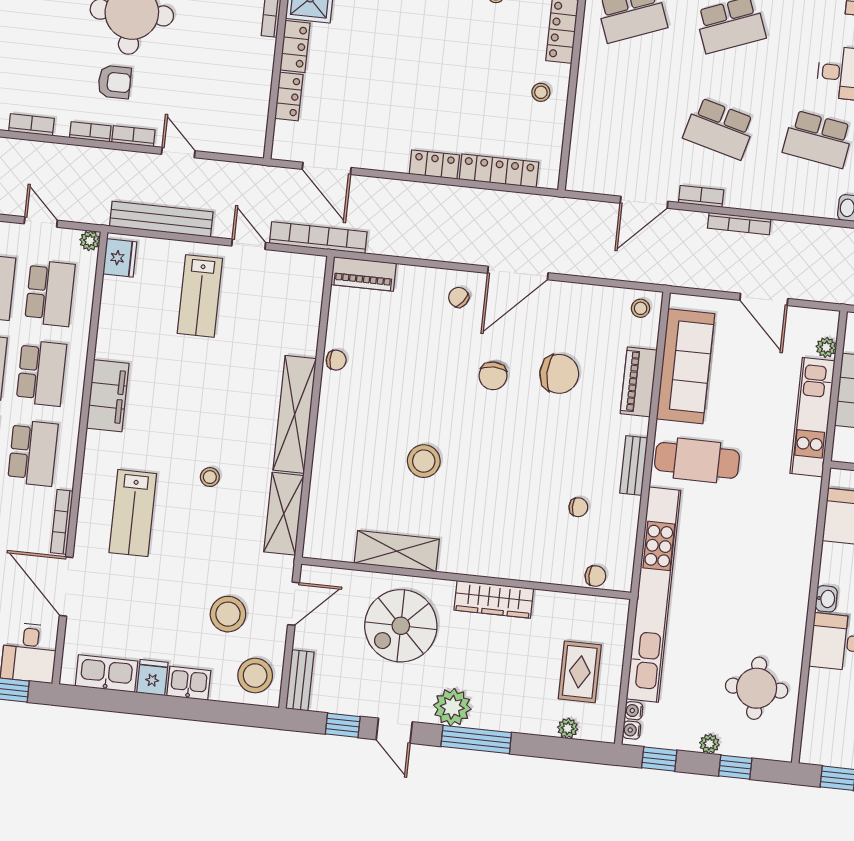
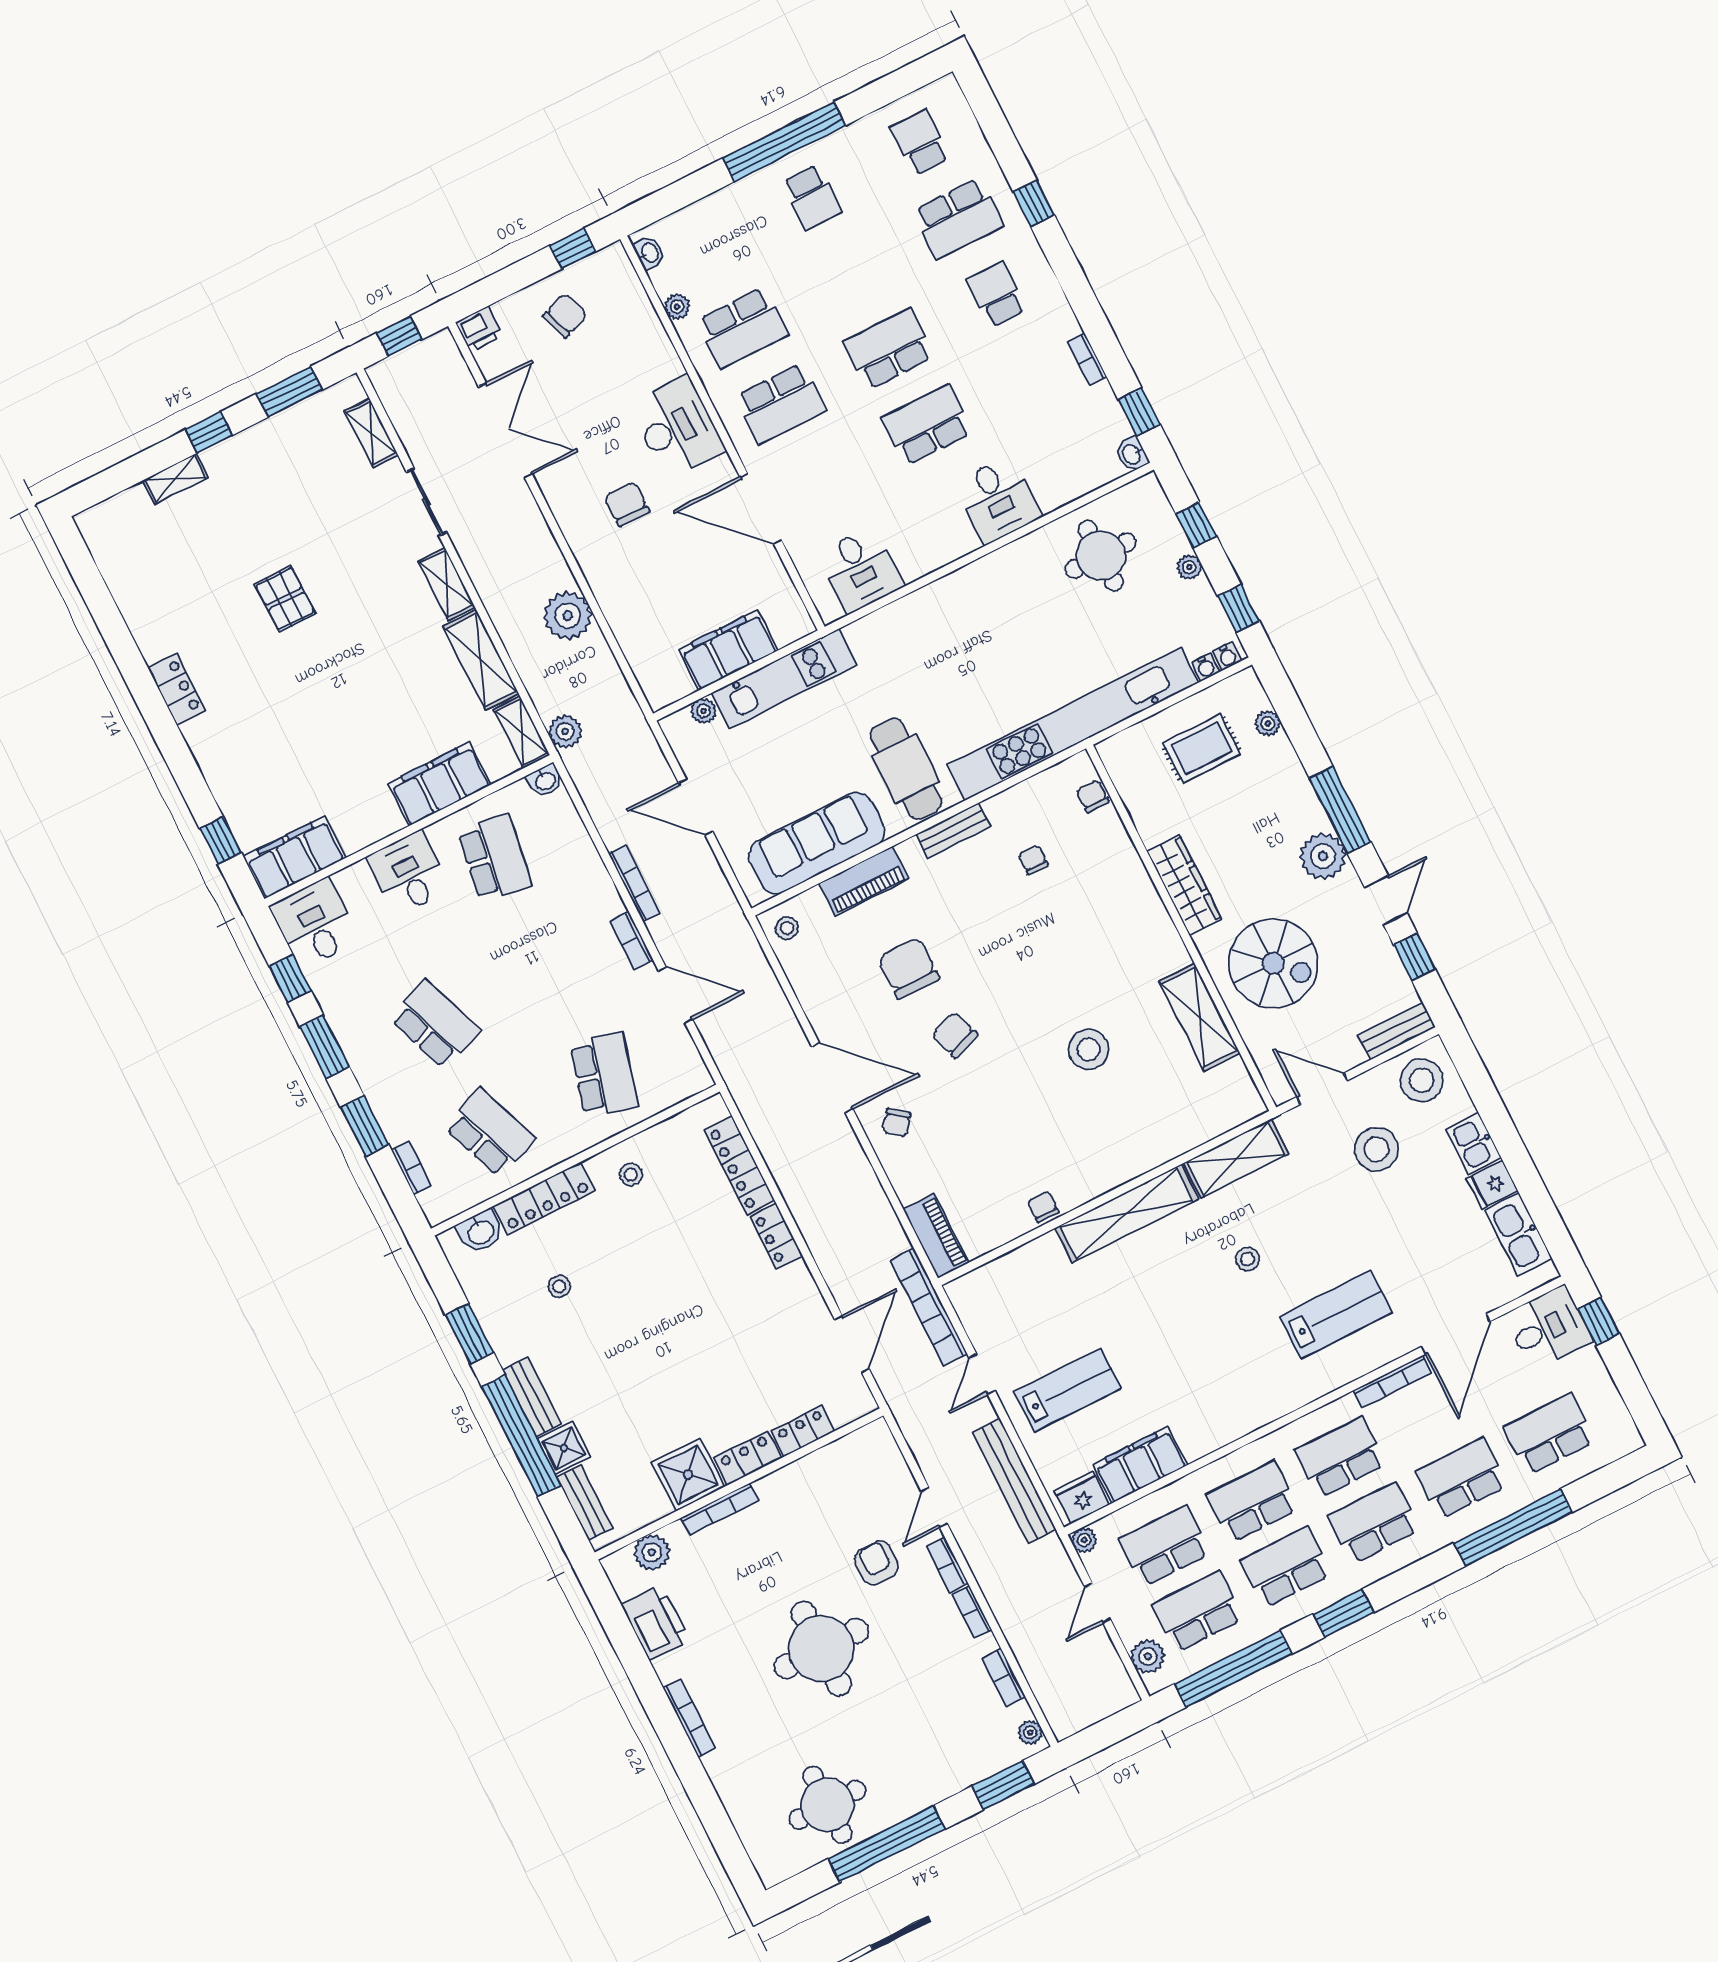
armchair: (114, 82) -> (876, 1563), moved
school desk: (719, 129) -> (604, 1075), moved
door: (764, 299) -> (696, 807), swing flipped
chair: (493, 376) -> (955, 1035), turned -110
filing cabinet: (108, 396) -> (1140, 1465), moved
washbasin: (826, 599) -> (1132, 454), moved, turned -90

